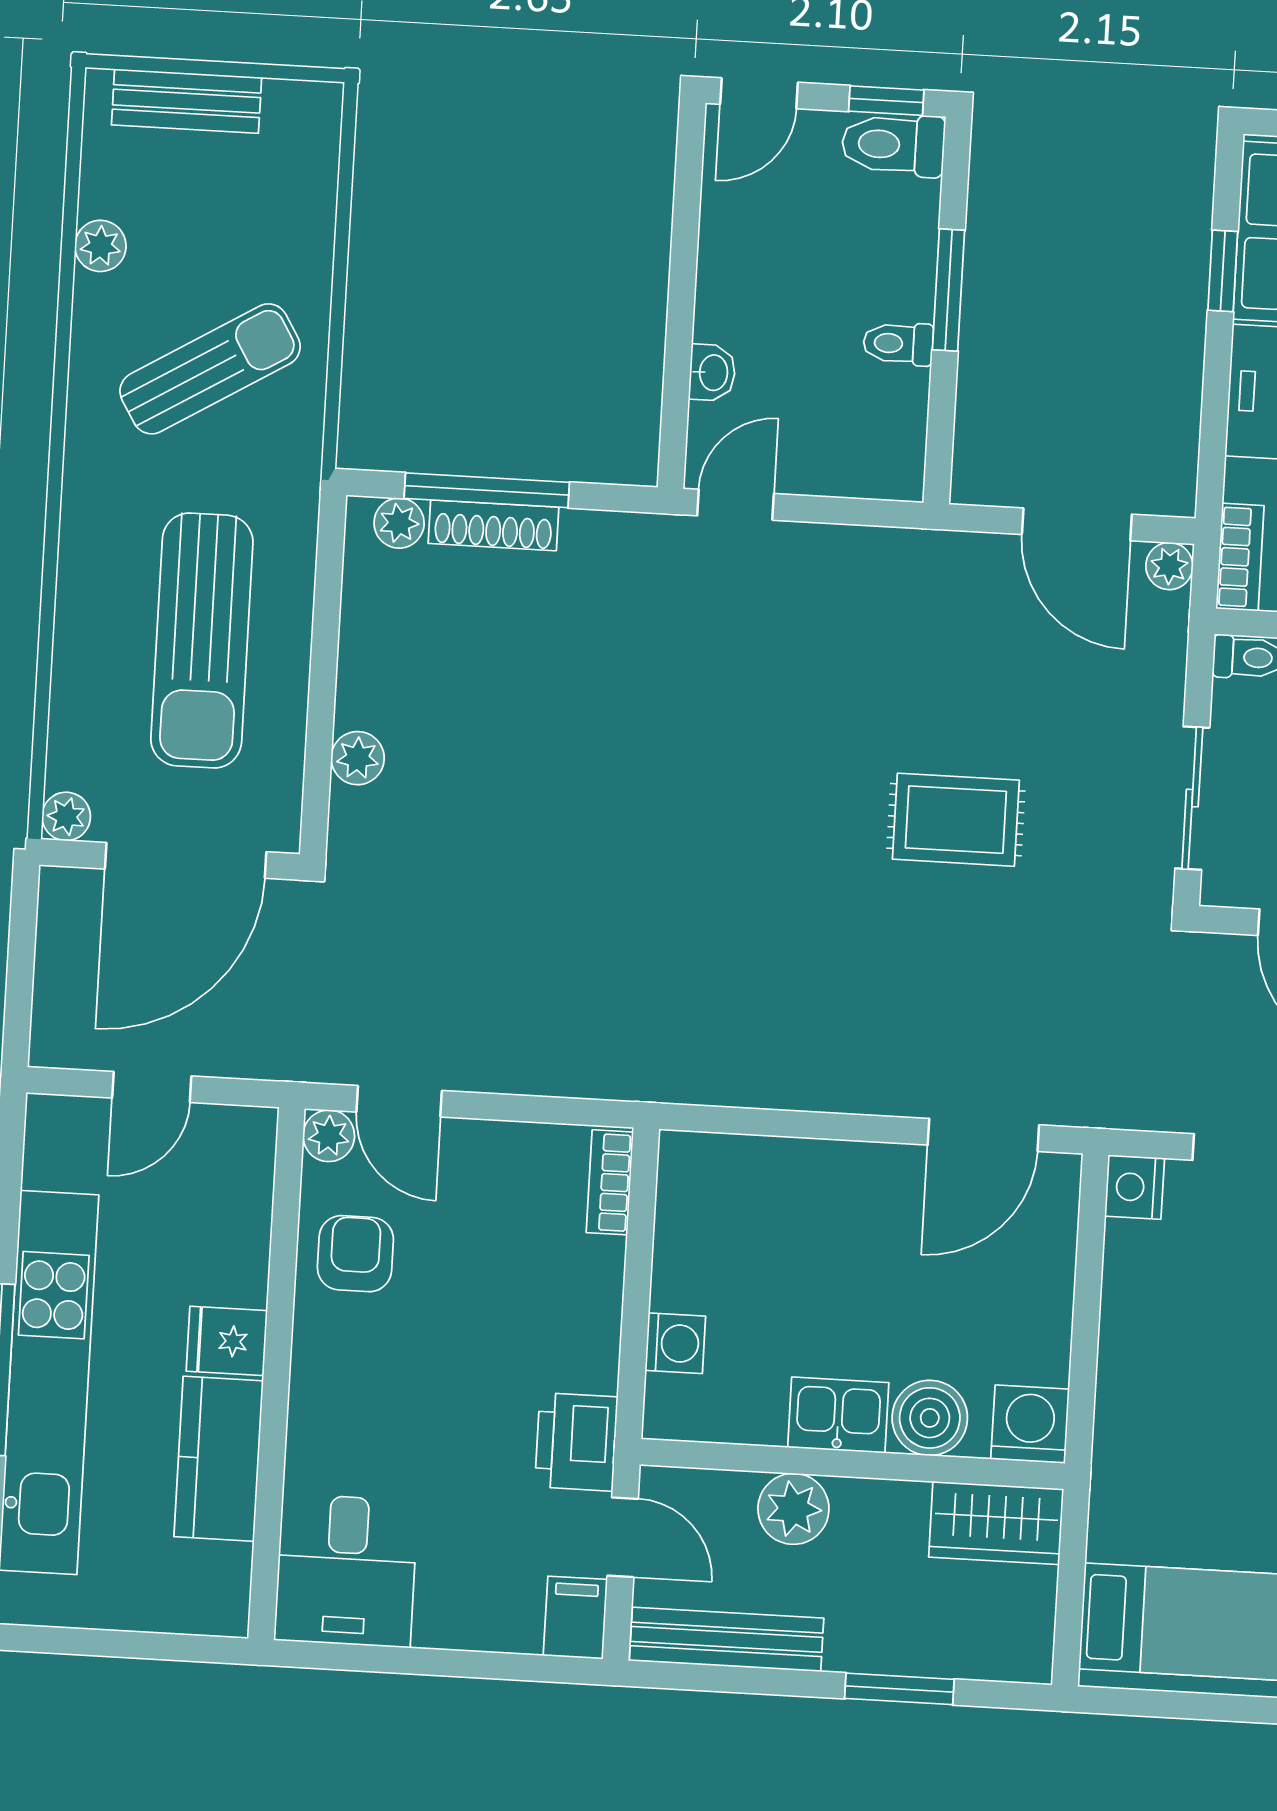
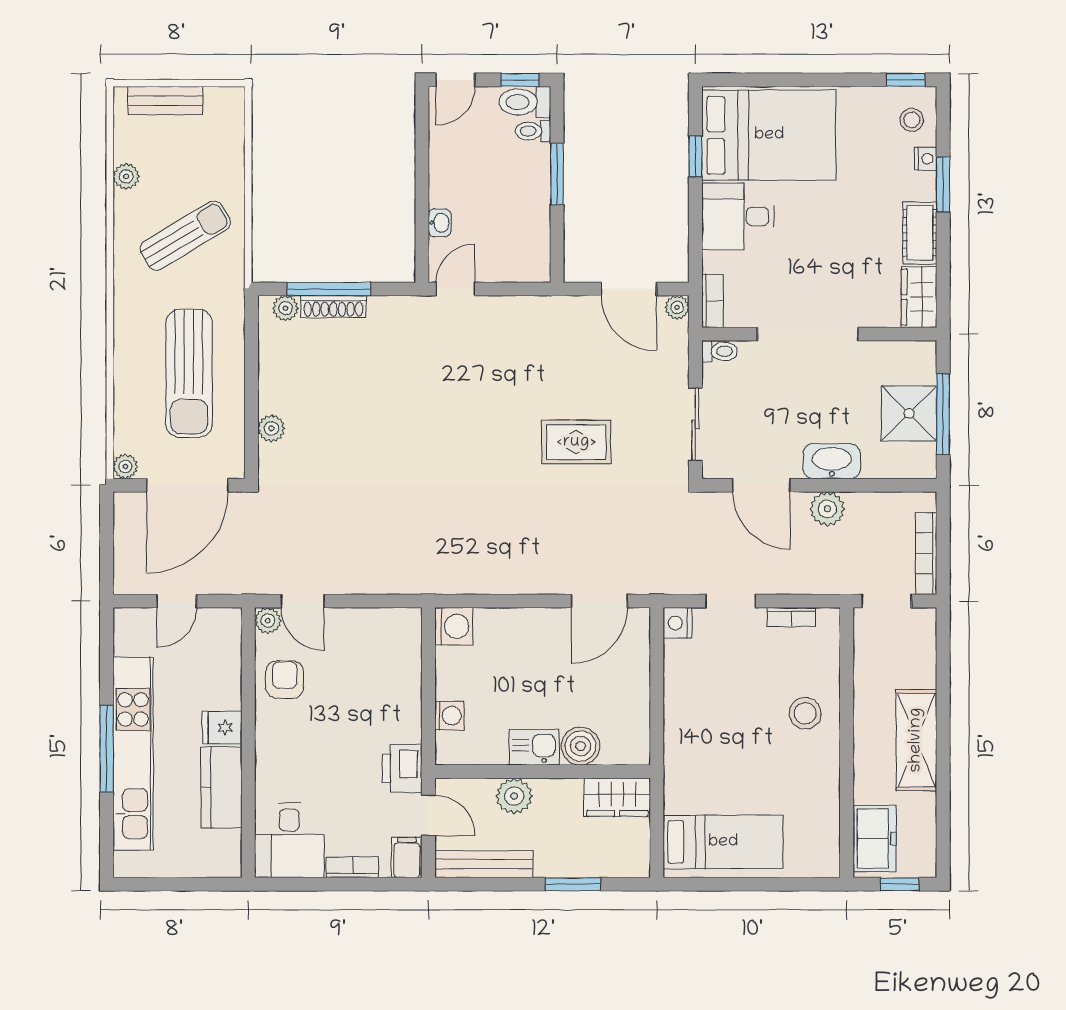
toilet: (898, 344) -> (533, 131), moved
bookcase: (610, 1182) -> (353, 867), moved, turned 90
washing machine: (1030, 1424) -> (454, 626), moved, turned 90

